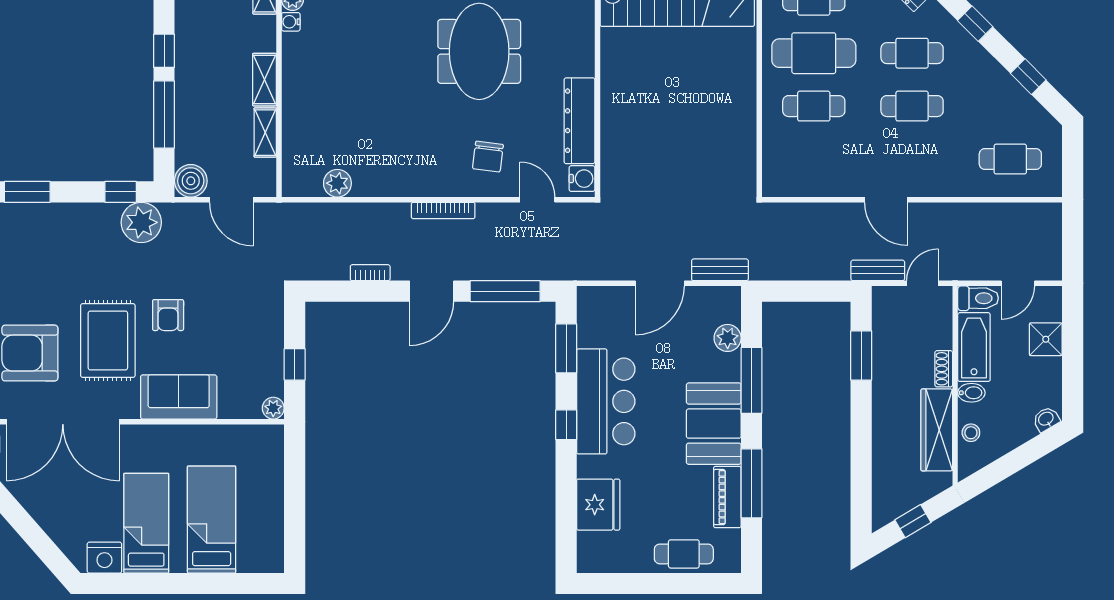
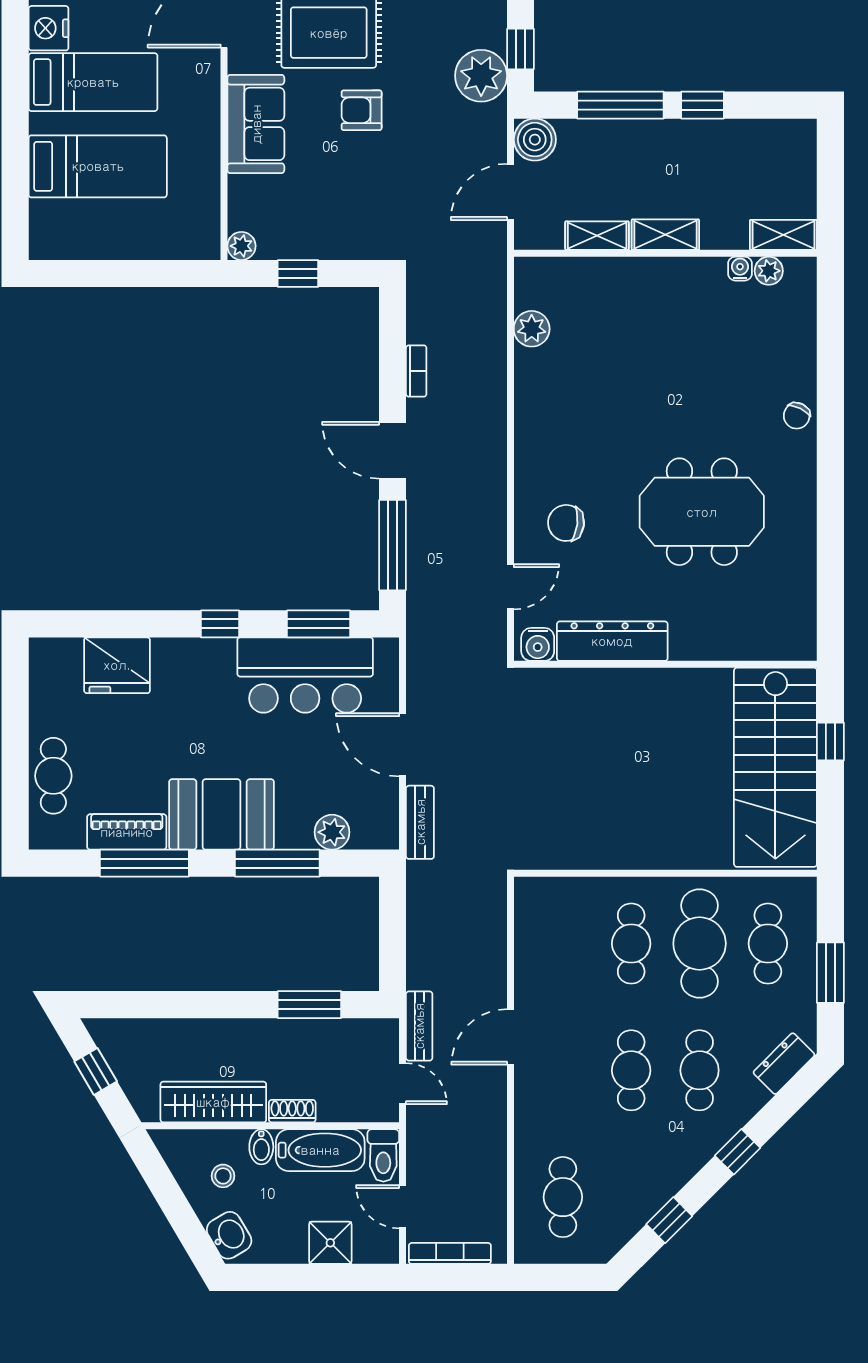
bookcase: (443, 210) -> (450, 1253), moved, turned 90
bar counter: (606, 401) -> (305, 675), moved
washbasin: (1046, 419) -> (229, 1235), width x1.38, depth x1.45
stool: (971, 433) -> (223, 1176), moved

